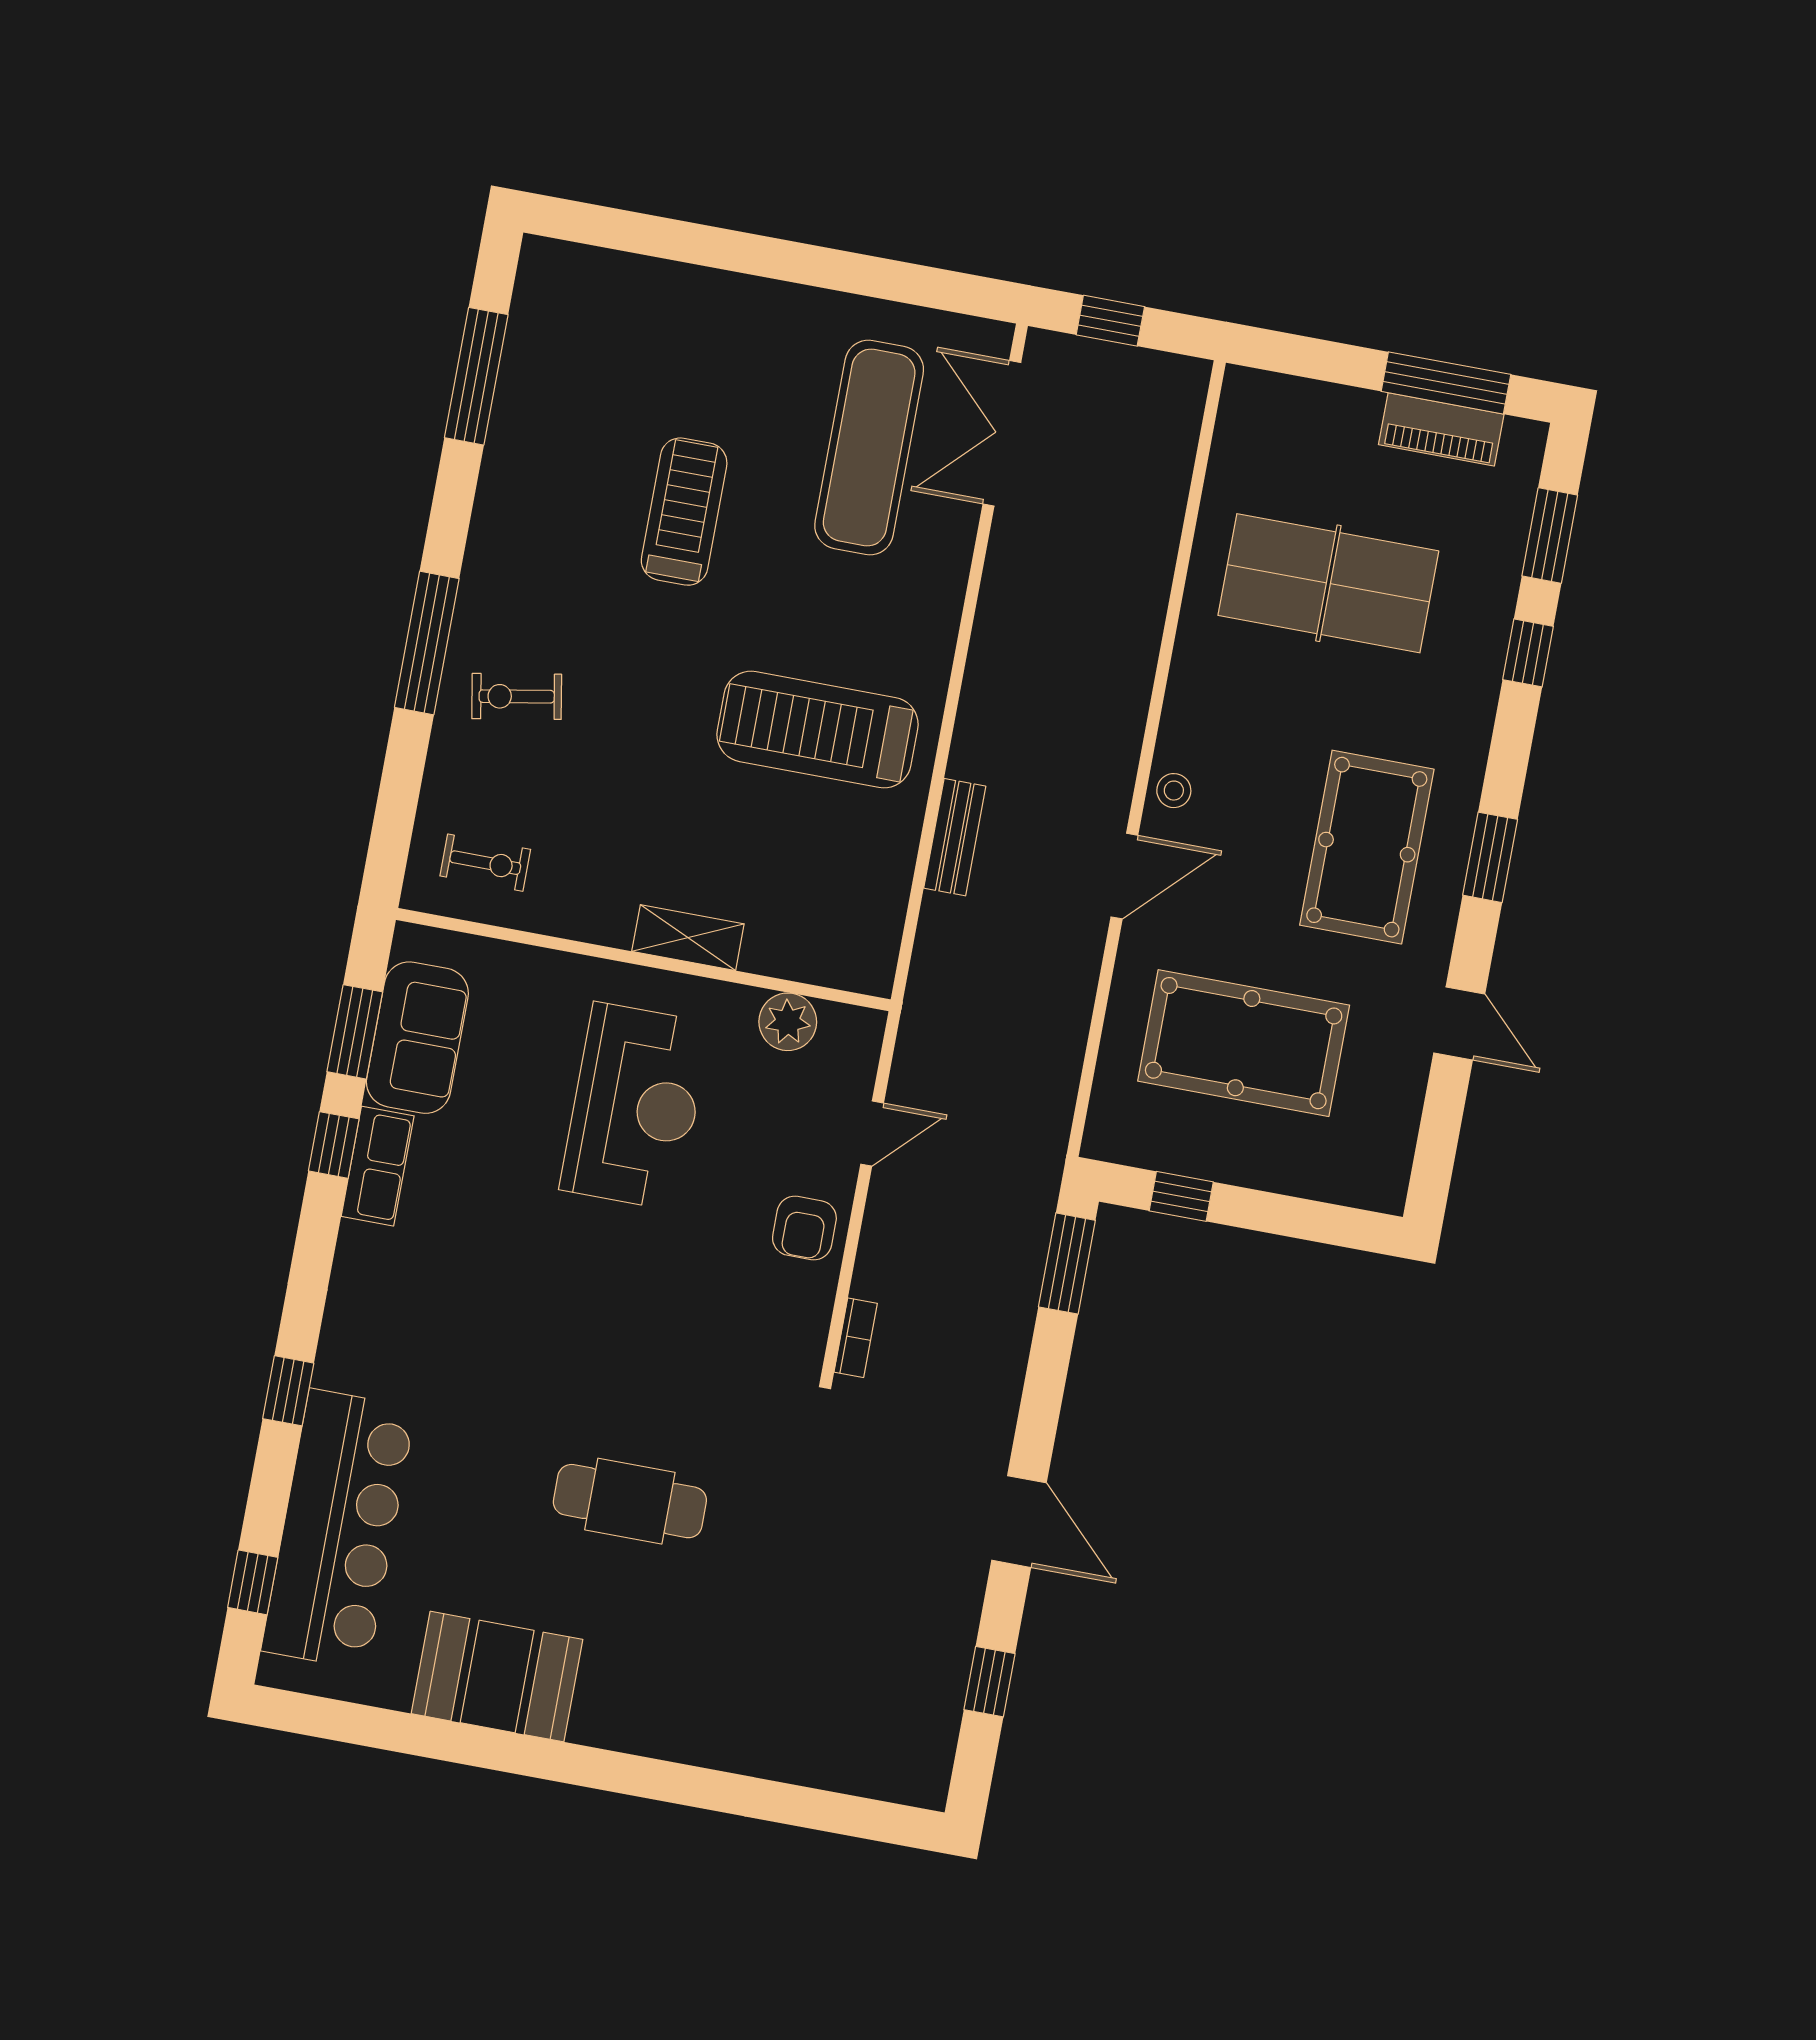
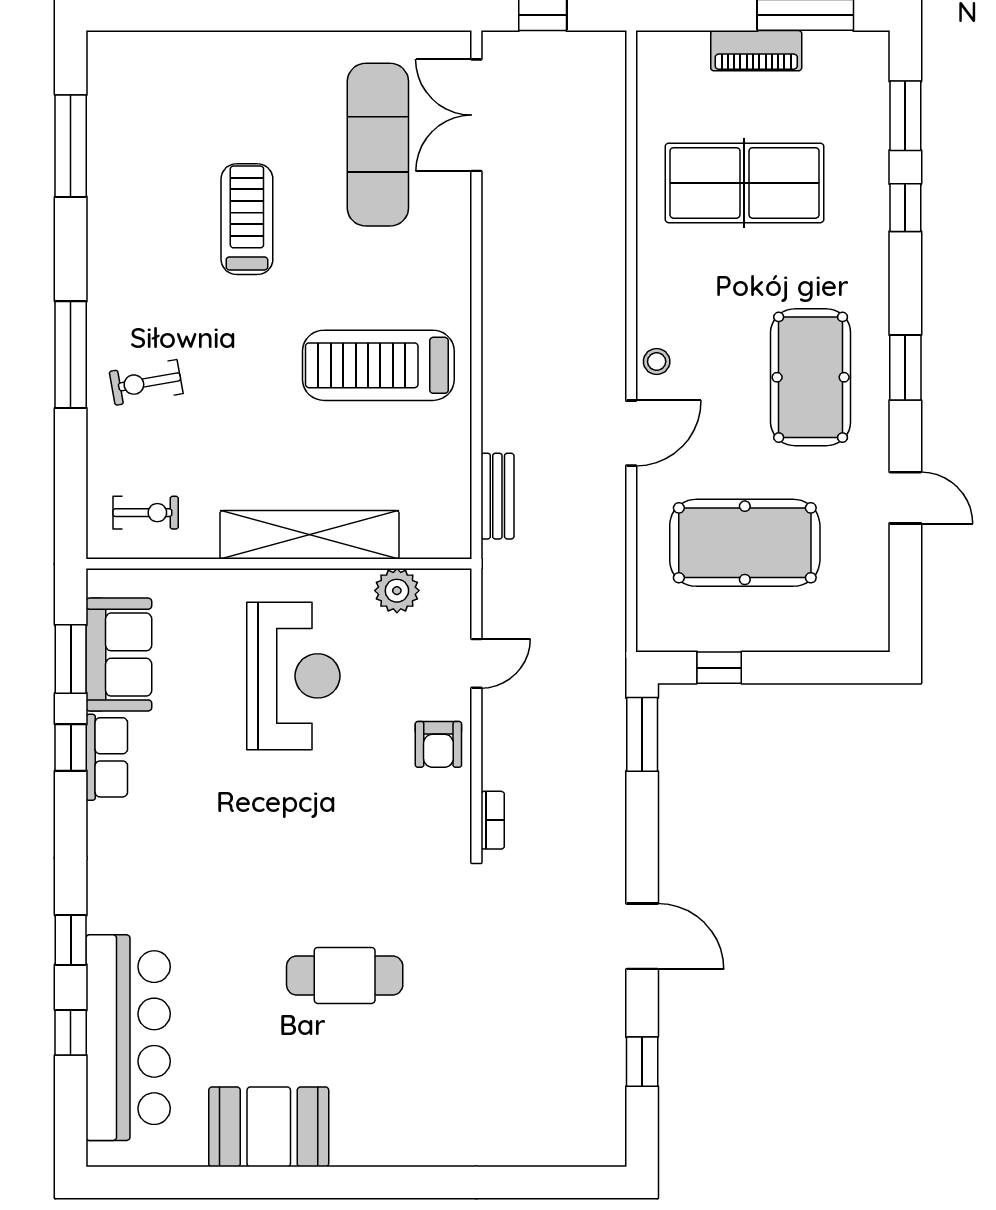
piano: (1441, 429) -> (756, 51), moved
bench: (955, 837) -> (497, 496), moved
shelving: (688, 938) -> (310, 535), width x2.20, depth x1.33
window: (253, 1582) -> (71, 1033), moved

